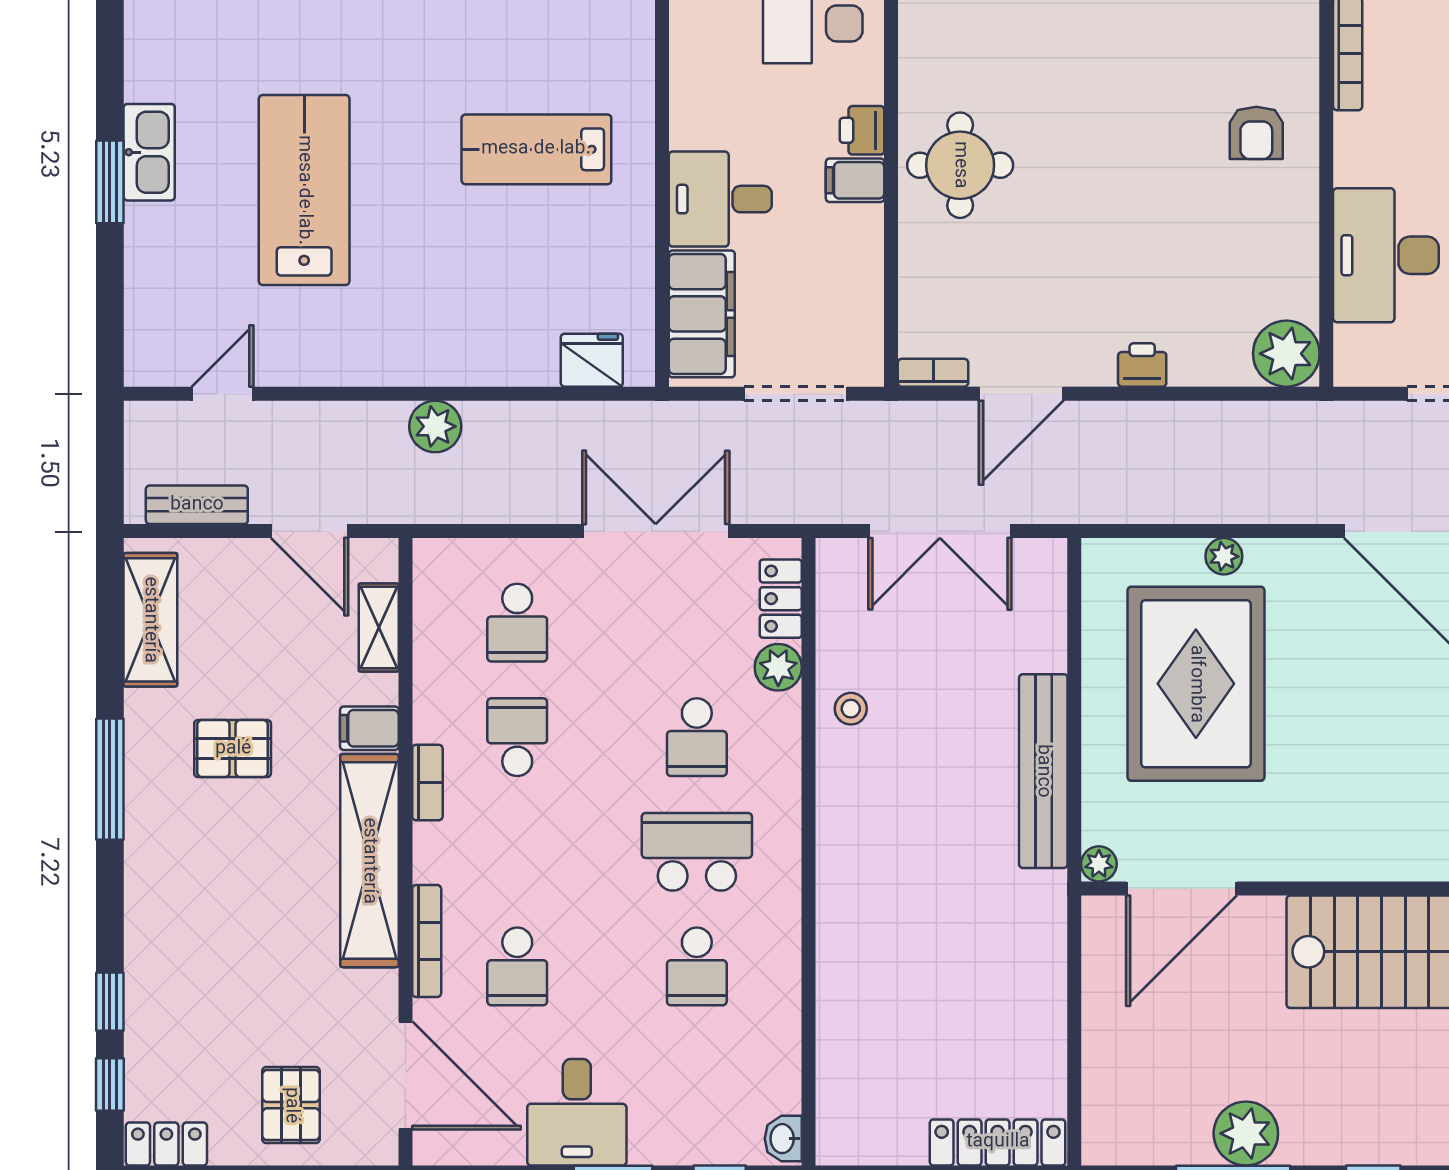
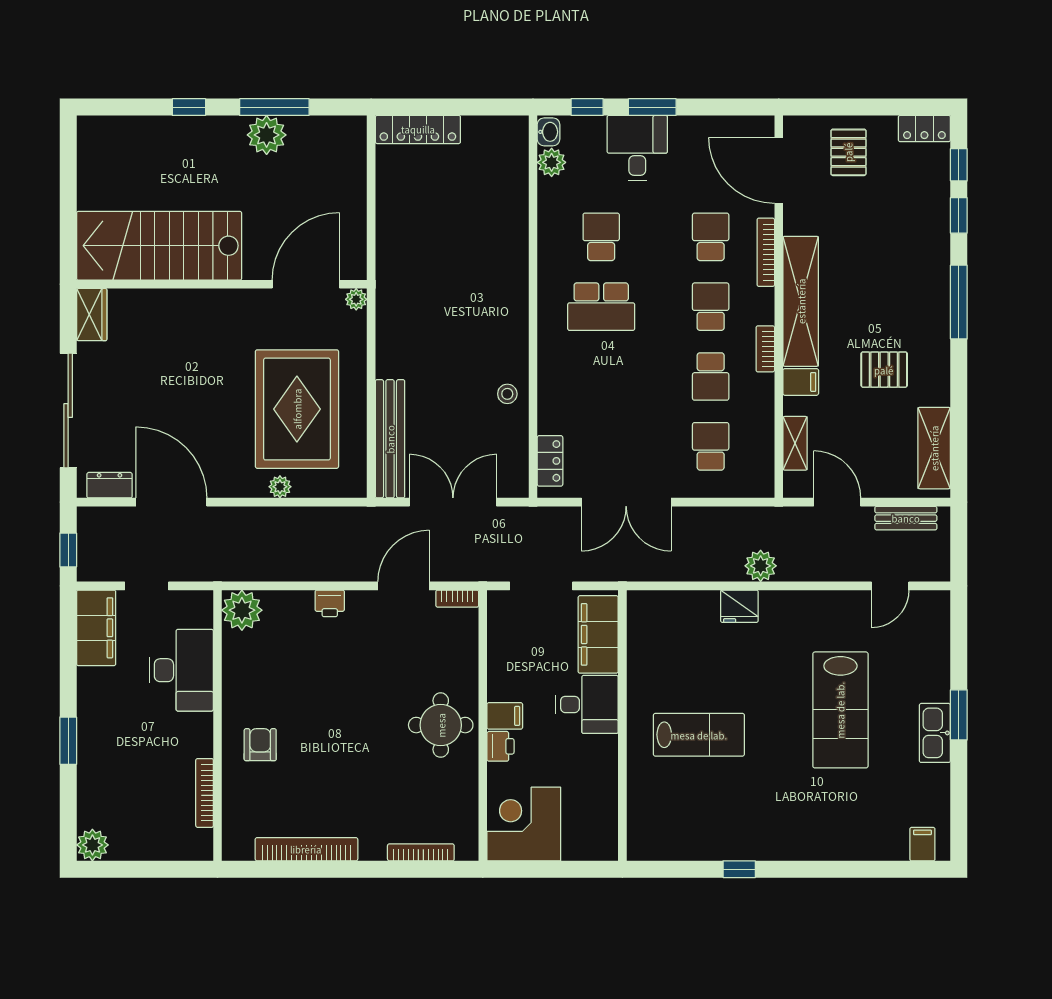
fridge: (592, 360) -> (739, 606), moved
plant: (778, 667) -> (552, 162), moved
school desk: (697, 737) -> (711, 307), moved
bench: (1043, 771) -> (390, 439), moved
window: (110, 779) -> (959, 302), moved
desk: (577, 1112) -> (637, 148), moved

